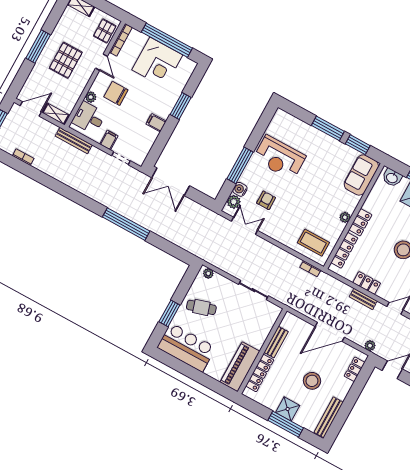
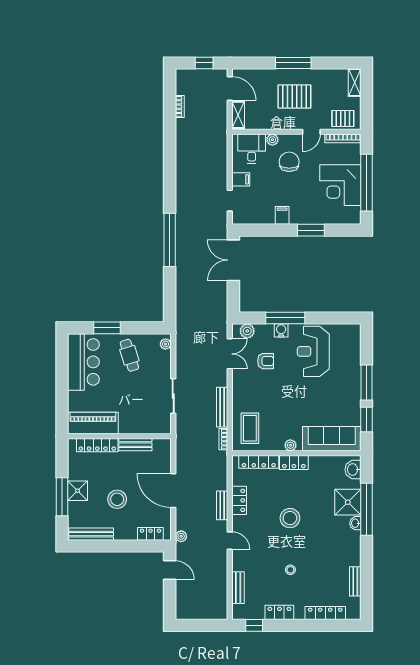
bench: (74, 140) -> (222, 407), moved
sofa: (361, 175) -> (332, 439), width x1.36
water cooler: (240, 189) -> (281, 330), moved

